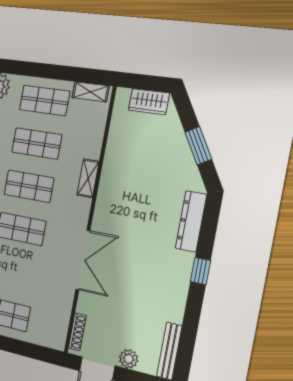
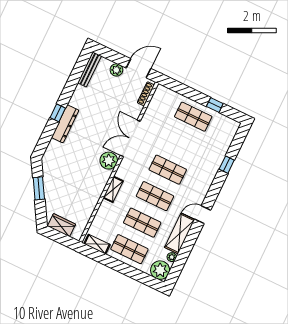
plant: (105, 219) -> (109, 161), added
dresser: (191, 221) -> (65, 124), moved

